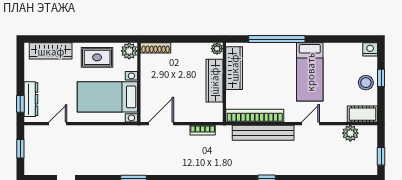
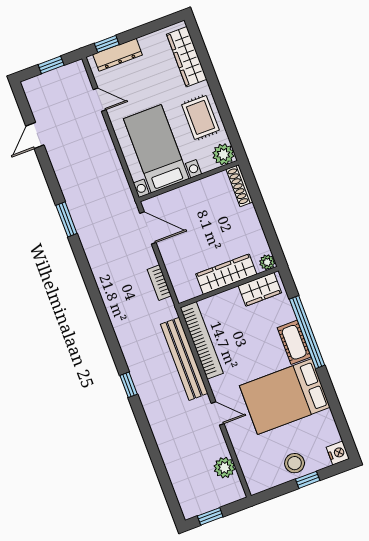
wardrobe: (234, 68) -> (260, 289), width x0.67
bed: (310, 72) -> (285, 397), width x1.50
cot: (362, 114) -> (294, 342), moved

